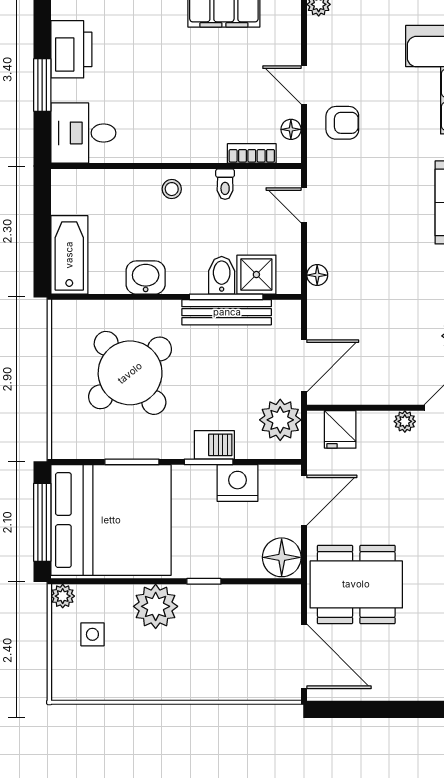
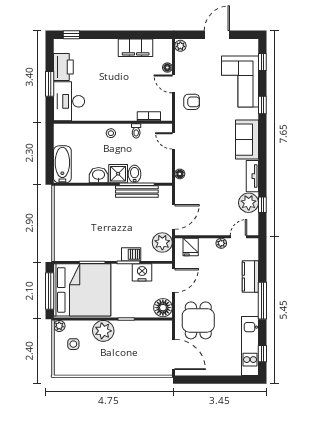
floor lamp: (291, 129) -> (167, 68), moved
desk: (83, 133) -> (69, 101), width x1.37
shower: (256, 275) -> (118, 174), moved
round table: (130, 373) -> (91, 220), removed
dining table: (356, 584) -> (198, 320), width x0.73

